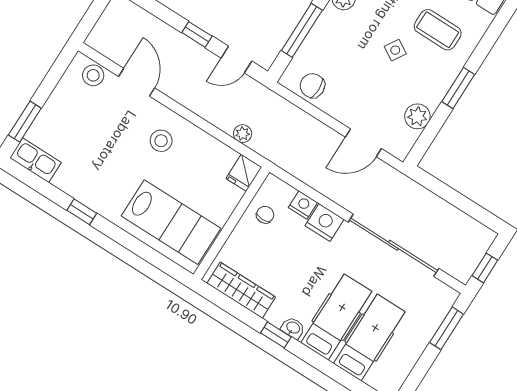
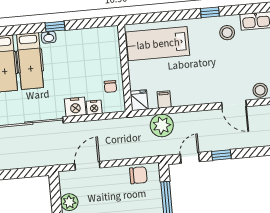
plant: (243, 134) -> (162, 125), width x1.87, depth x1.87
stool: (161, 141) -> (227, 33), moved
filing cabinet: (214, 151) -> (164, 99), added
wardrobe: (241, 290) -> (92, 36), removed

